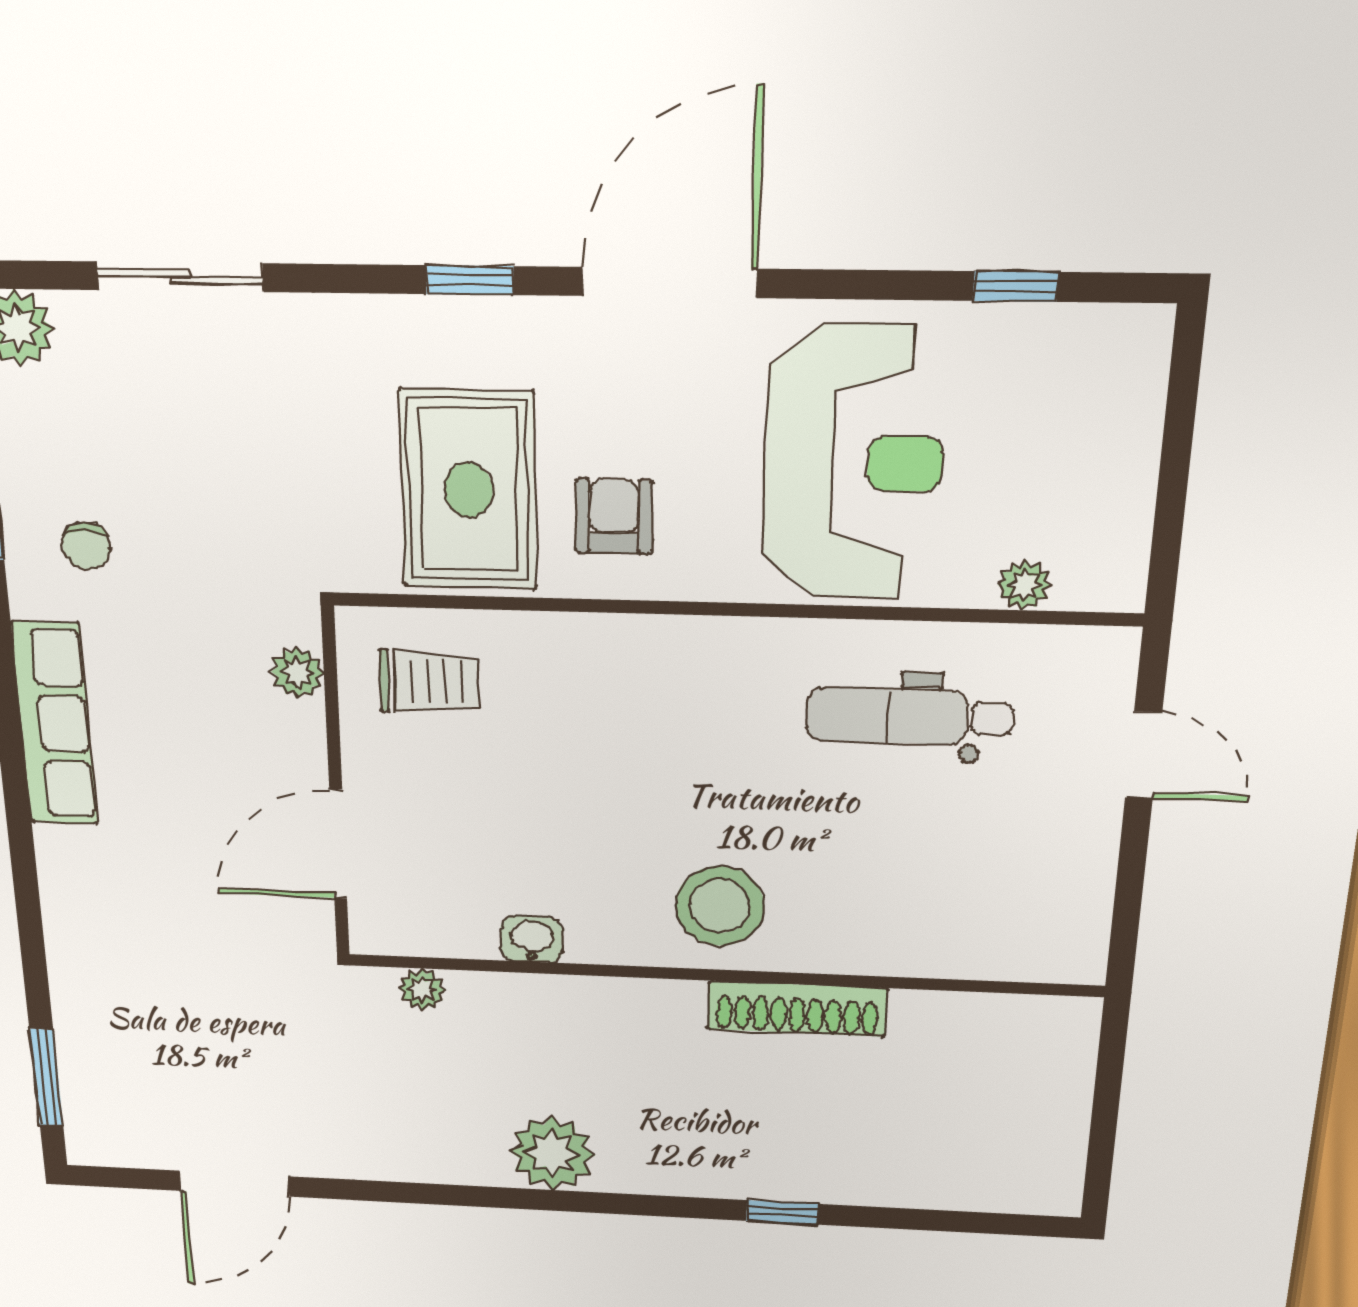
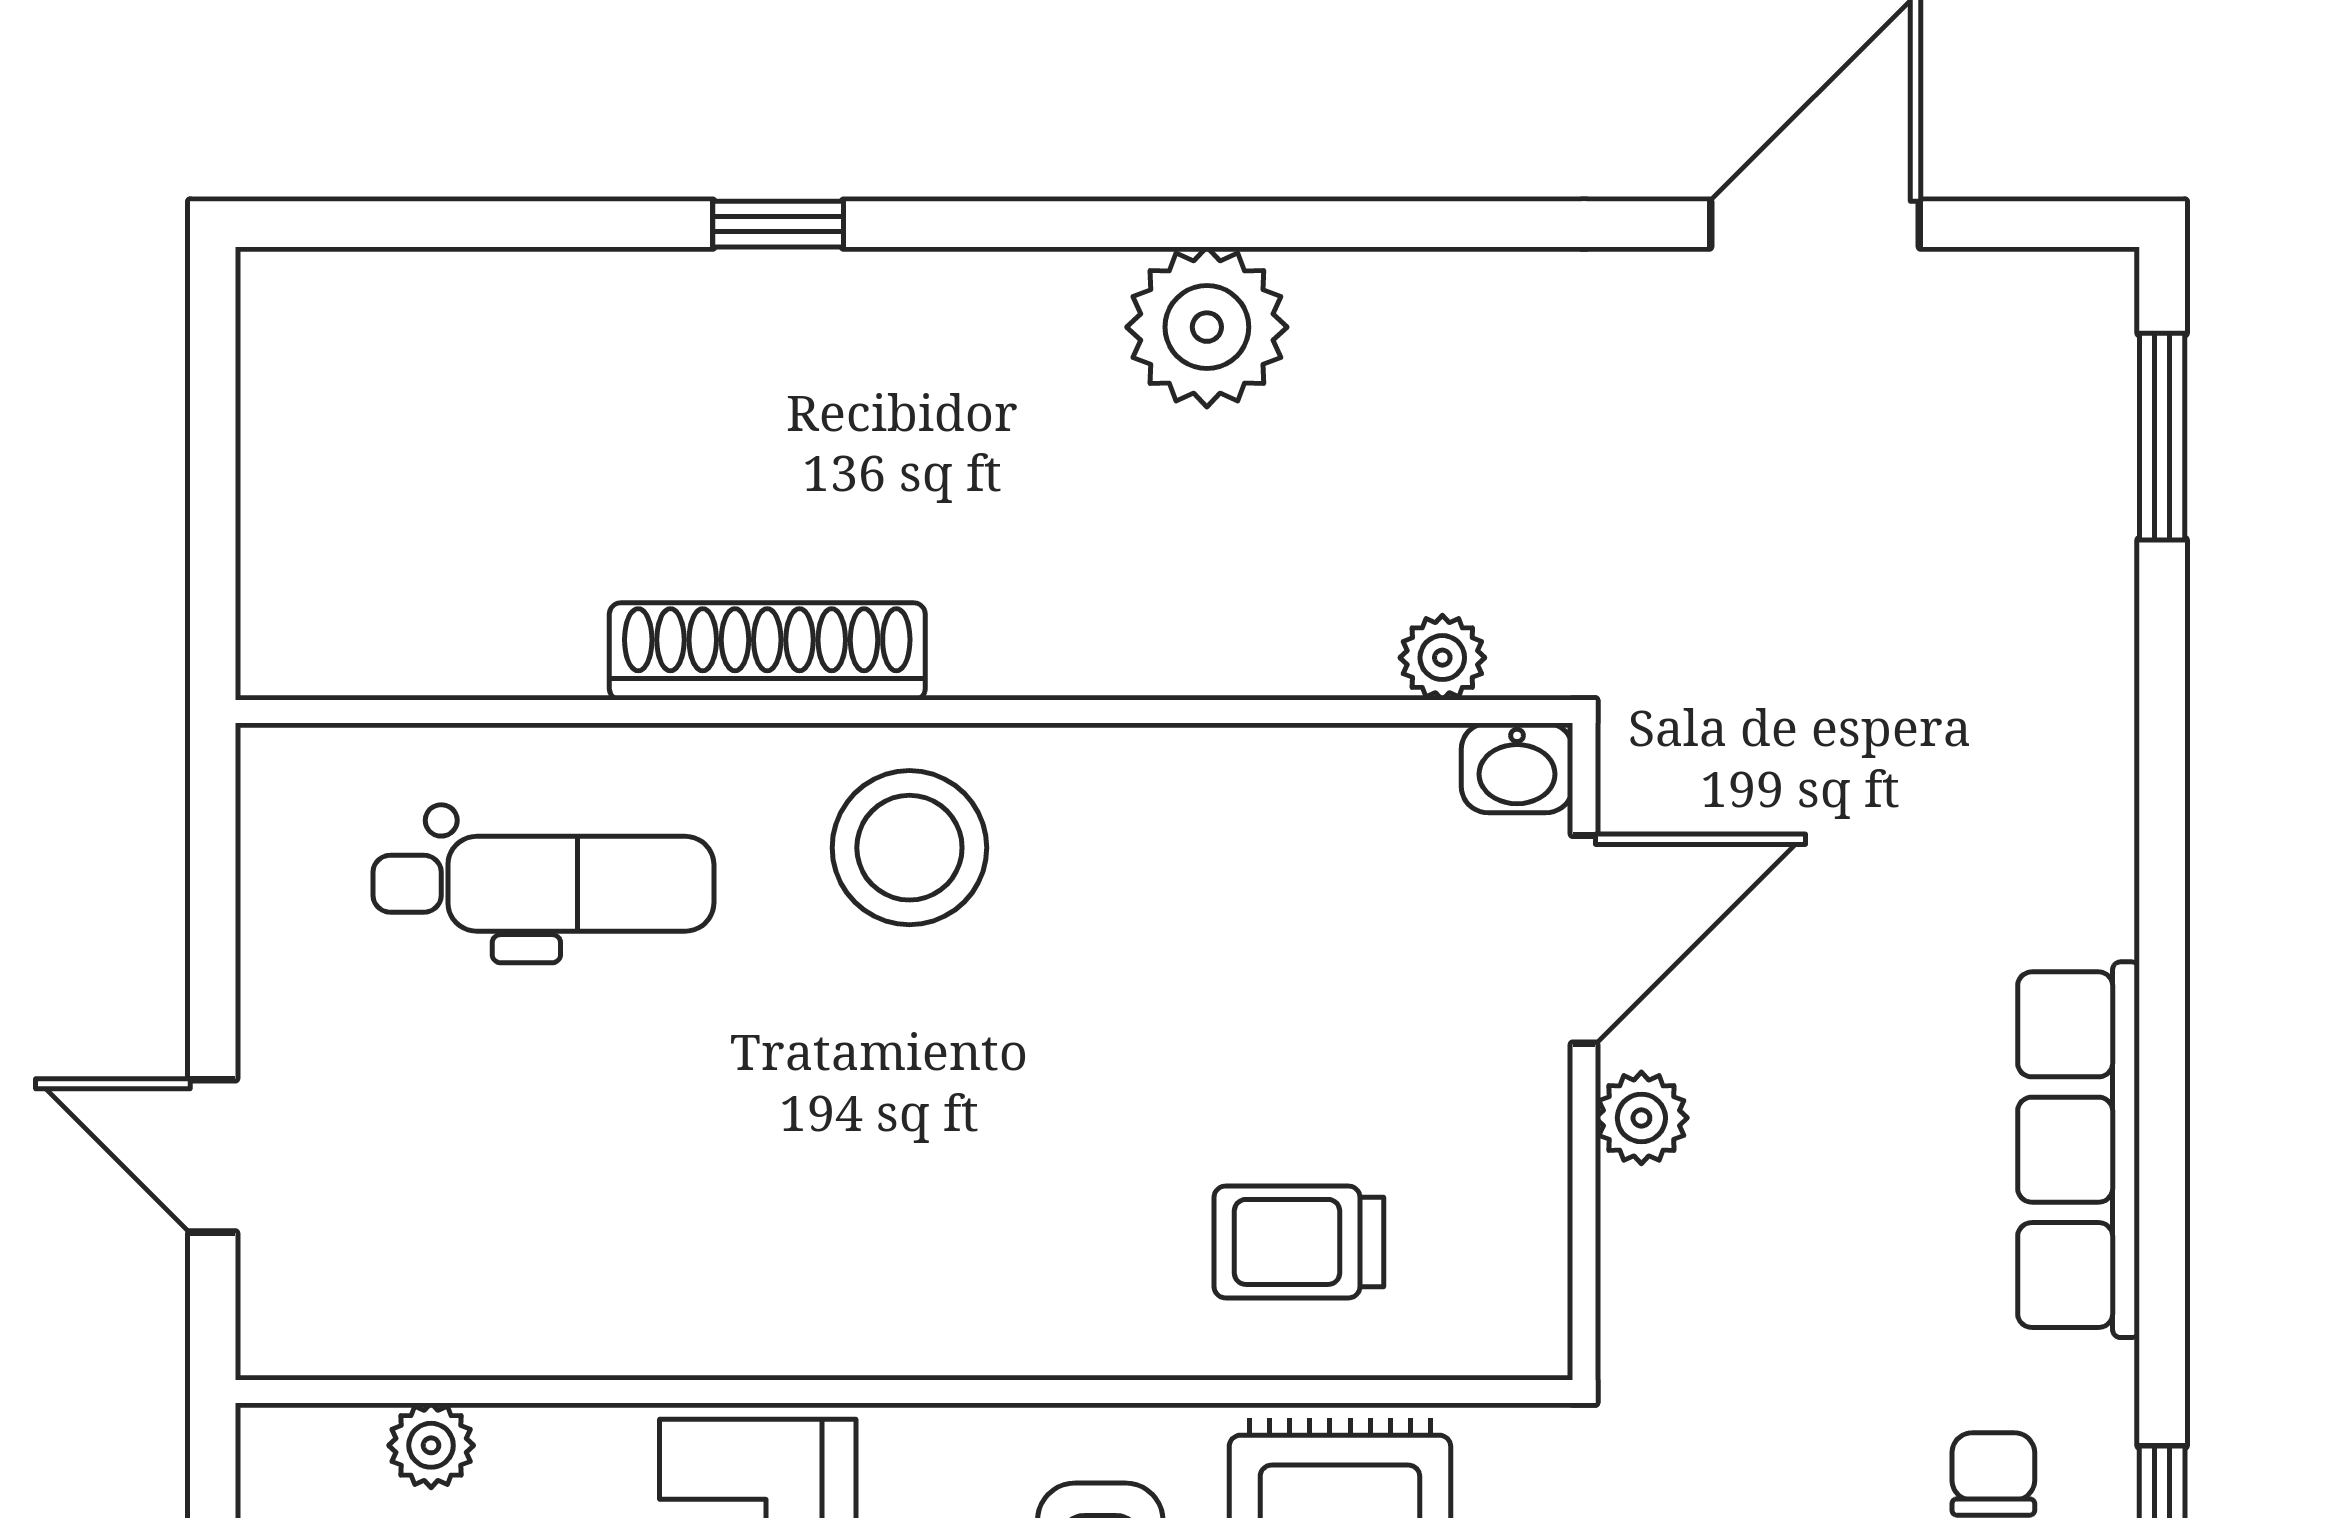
plant: (297, 672) -> (1641, 1118), moved
trolley: (430, 681) -> (1299, 1242), moved
dental chair: (909, 717) -> (543, 884), moved
washbasin: (532, 939) -> (1517, 768), moved

